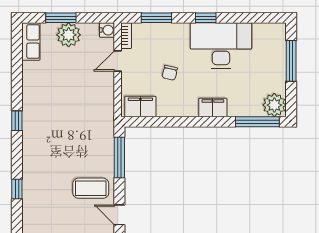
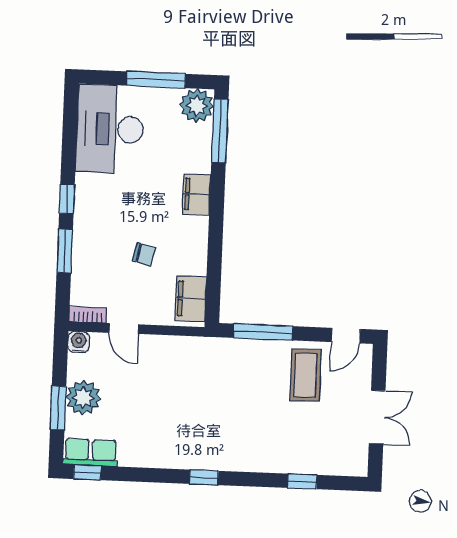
window: (156, 18) -> (65, 251), moved
window: (17, 40) -> (87, 472), added
desk: (221, 46) -> (110, 129), moved
window: (291, 61) -> (156, 80), moved

